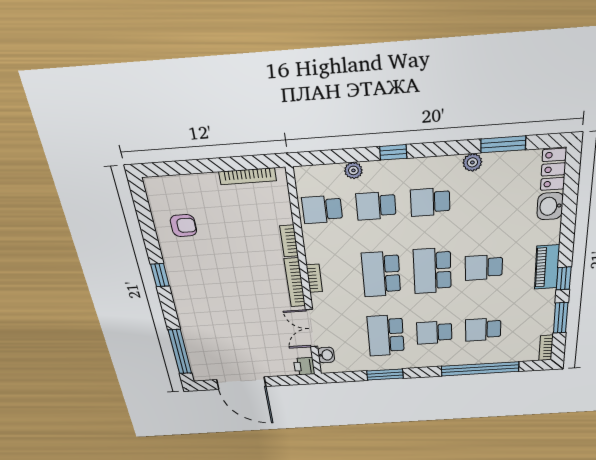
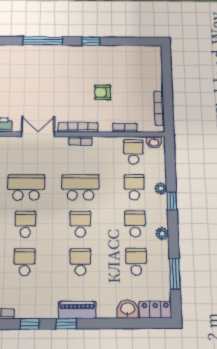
plant: (472, 162) -> (162, 234), moved
plant: (353, 170) -> (161, 189), moved
school desk: (485, 198) -> (136, 262), added
armchair: (183, 226) -> (103, 92), moved, turned 90
bookcase: (289, 241) -> (125, 128), moved
school desk: (432, 271) -> (80, 224), width x0.54
window: (561, 318) -> (30, 324), width x0.67
window: (180, 352) -> (43, 41), moved
washbasin: (326, 355) -> (154, 142), moved

